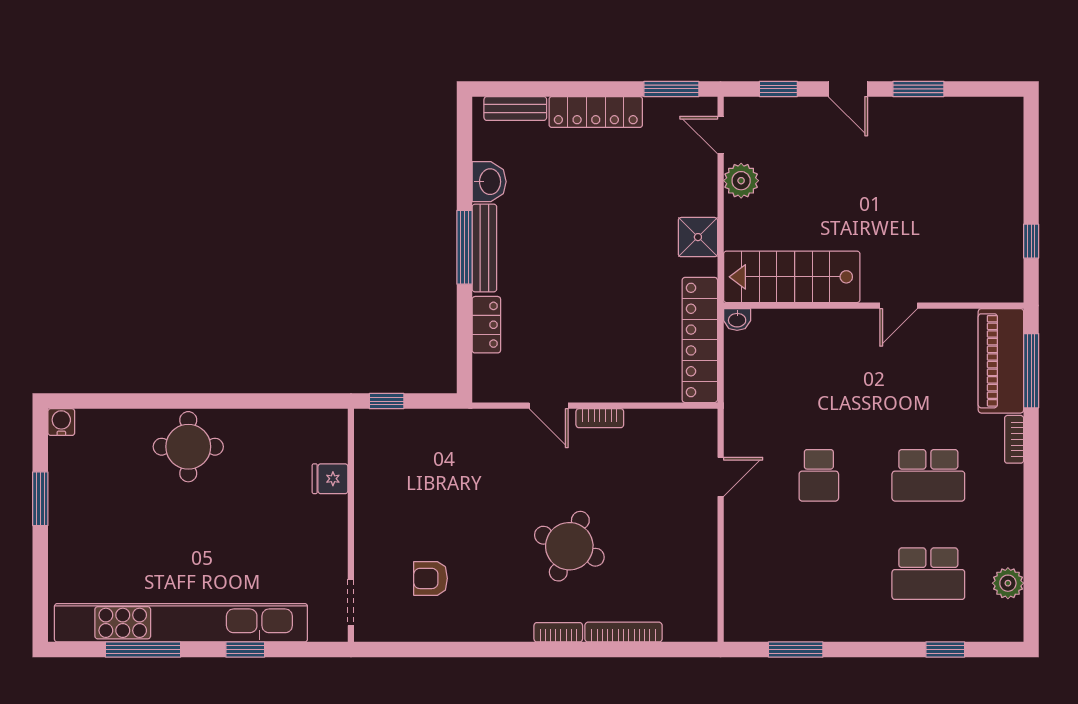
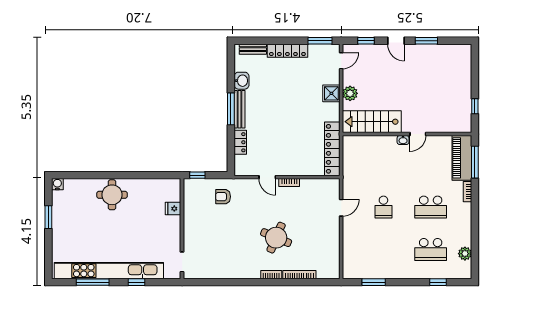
door: (721, 135) -> (341, 61), swing flipped
plant: (741, 181) -> (350, 93), moved
shower: (698, 237) -> (331, 93), moved
washbasin: (737, 320) -> (403, 140), moved
armchair: (431, 578) -> (223, 197), moved

